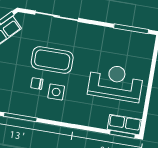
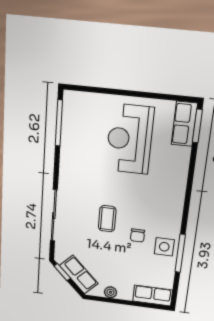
coffee table: (52, 60) -> (107, 219), width x0.54, depth x0.58
side table: (56, 92) -> (164, 247), moved

